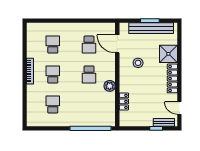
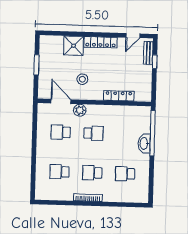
bench: (151, 28) -> (45, 64), removed
door: (117, 44) -> (61, 101), swing flipped
school desk: (89, 45) -> (61, 132), turned 180
plant: (110, 86) -> (80, 110), moved
locker: (124, 101) -> (119, 96), width x1.53
washbasin: (81, 121) -> (144, 143), added

